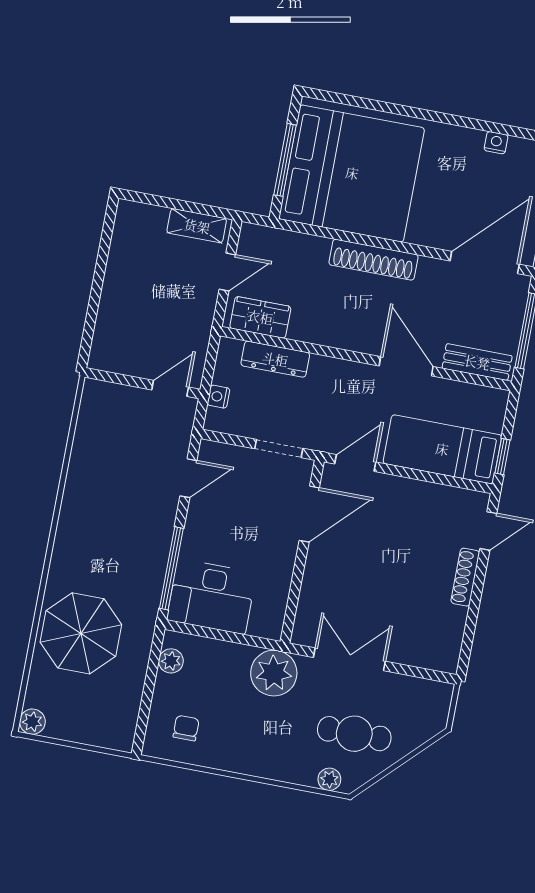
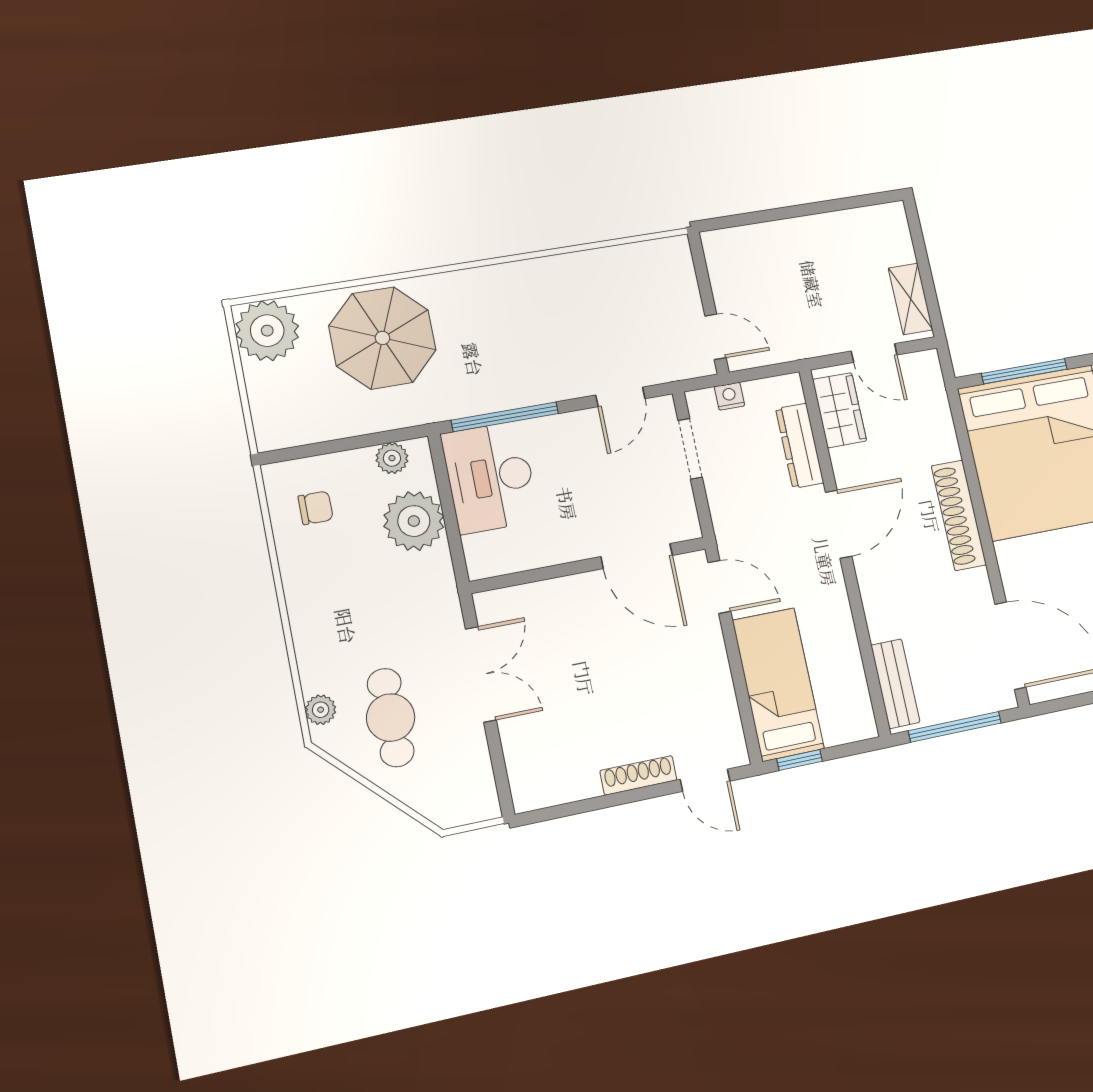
door: (406, 366) -> (839, 524), moved
doorway: (279, 448) -> (690, 449), moved
door: (188, 478) -> (620, 397), hinge flipped
plant: (274, 673) -> (414, 521), moved
plant: (32, 722) -> (267, 331), width x1.88, depth x1.88

